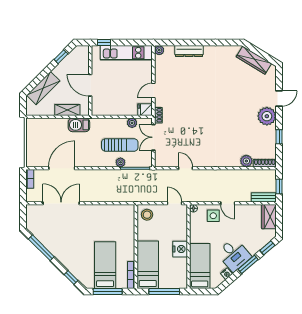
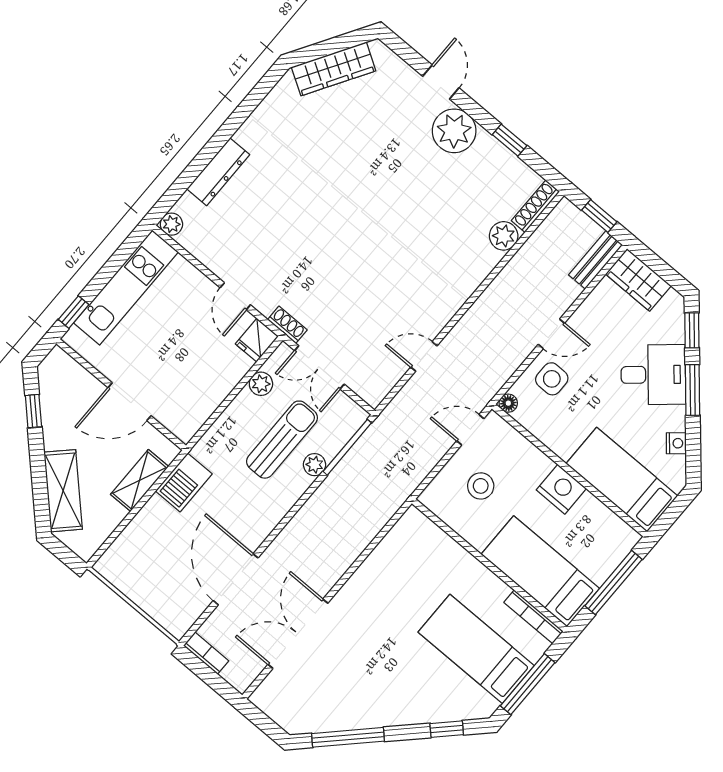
stool: (147, 215) -> (481, 486), moved
desk: (234, 255) -> (653, 375), moved

